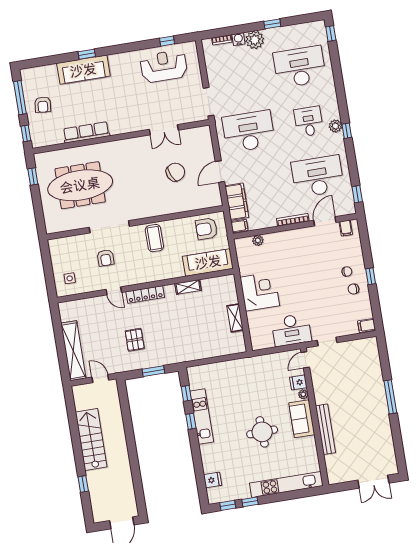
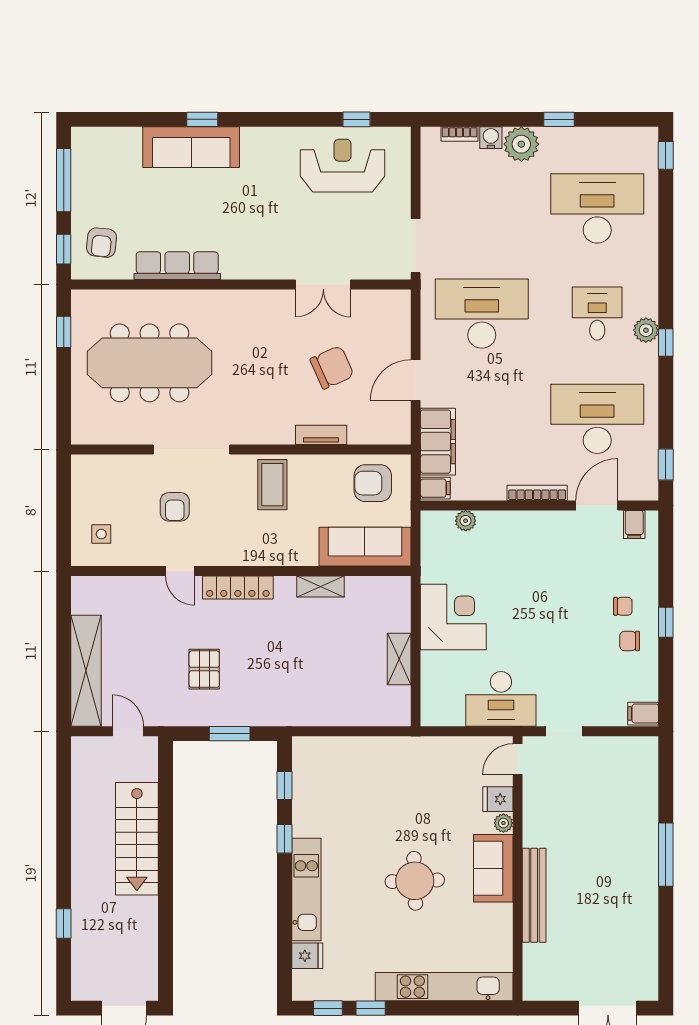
armchair: (43, 105) -> (102, 243), moved
tv unit: (175, 208) -> (321, 435), added
kitchen unit: (202, 417) -> (306, 889), moved
stairs: (91, 439) -> (137, 839), moved, turned 180

